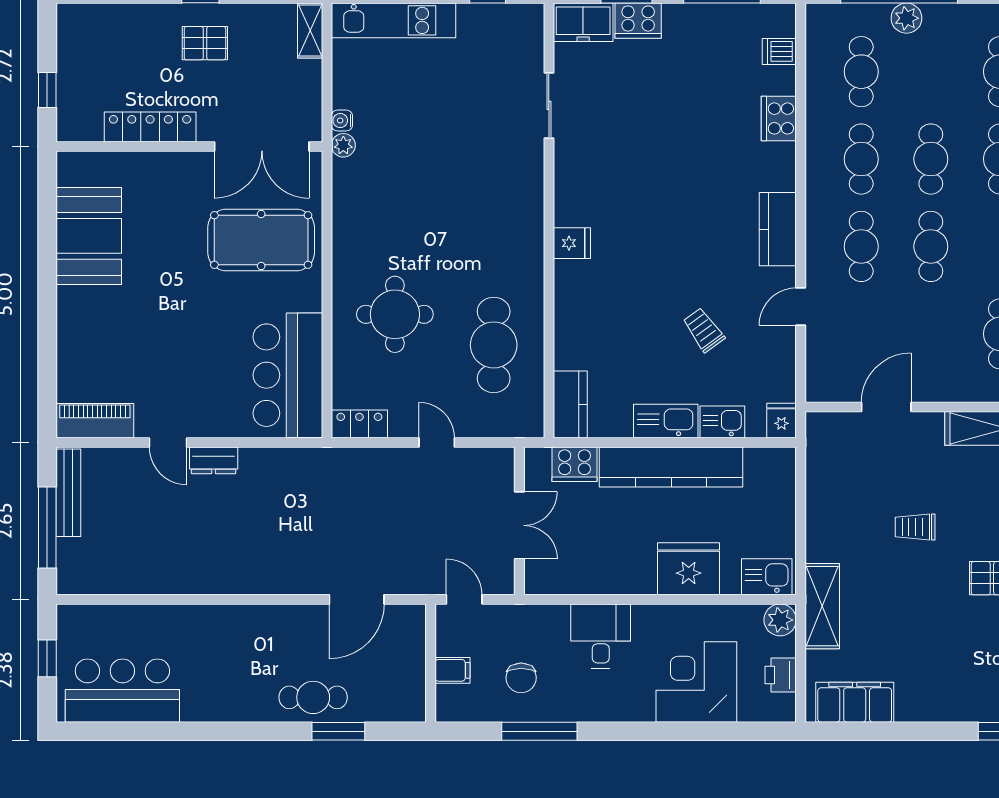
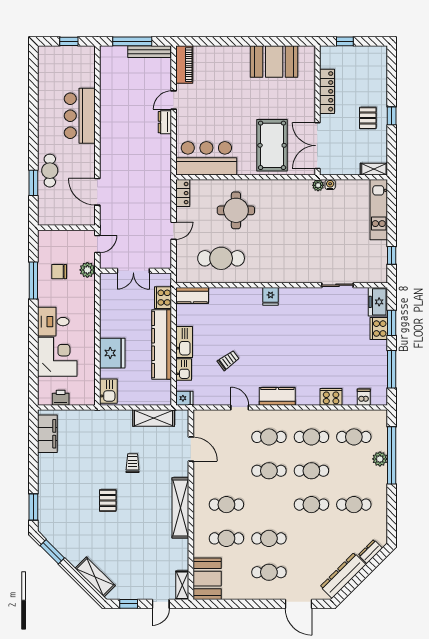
shelving: (822, 606) -> (154, 418), moved
plant: (780, 620) -> (87, 270), moved
desk: (601, 636) -> (53, 322), moved, turned 180
filing cabinet: (452, 670) -> (63, 238), removed
bar counter: (122, 691) -> (80, 116), moved, turned 180

